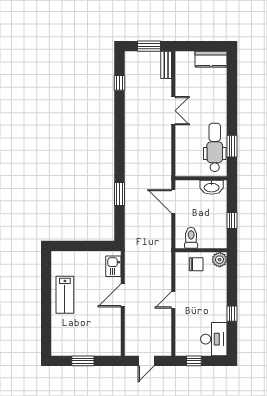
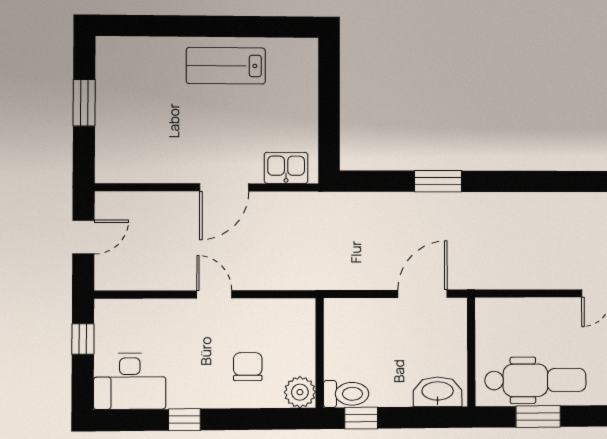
washbasin: (212, 187) -> (438, 392), moved, turned 90
window: (232, 220) -> (361, 418), moved
toilet: (191, 238) -> (346, 394), moved
chair: (196, 264) -> (248, 367), moved, turned 180
door: (123, 295) -> (224, 187), swing flipped
door: (146, 361) -> (83, 237), swing flipped

